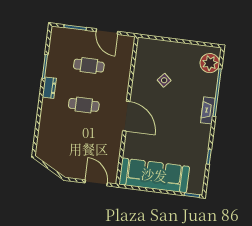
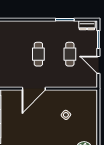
door: (107, 32) -> (98, 65), hinge flipped
dresser: (49, 88) -> (87, 25), moved

